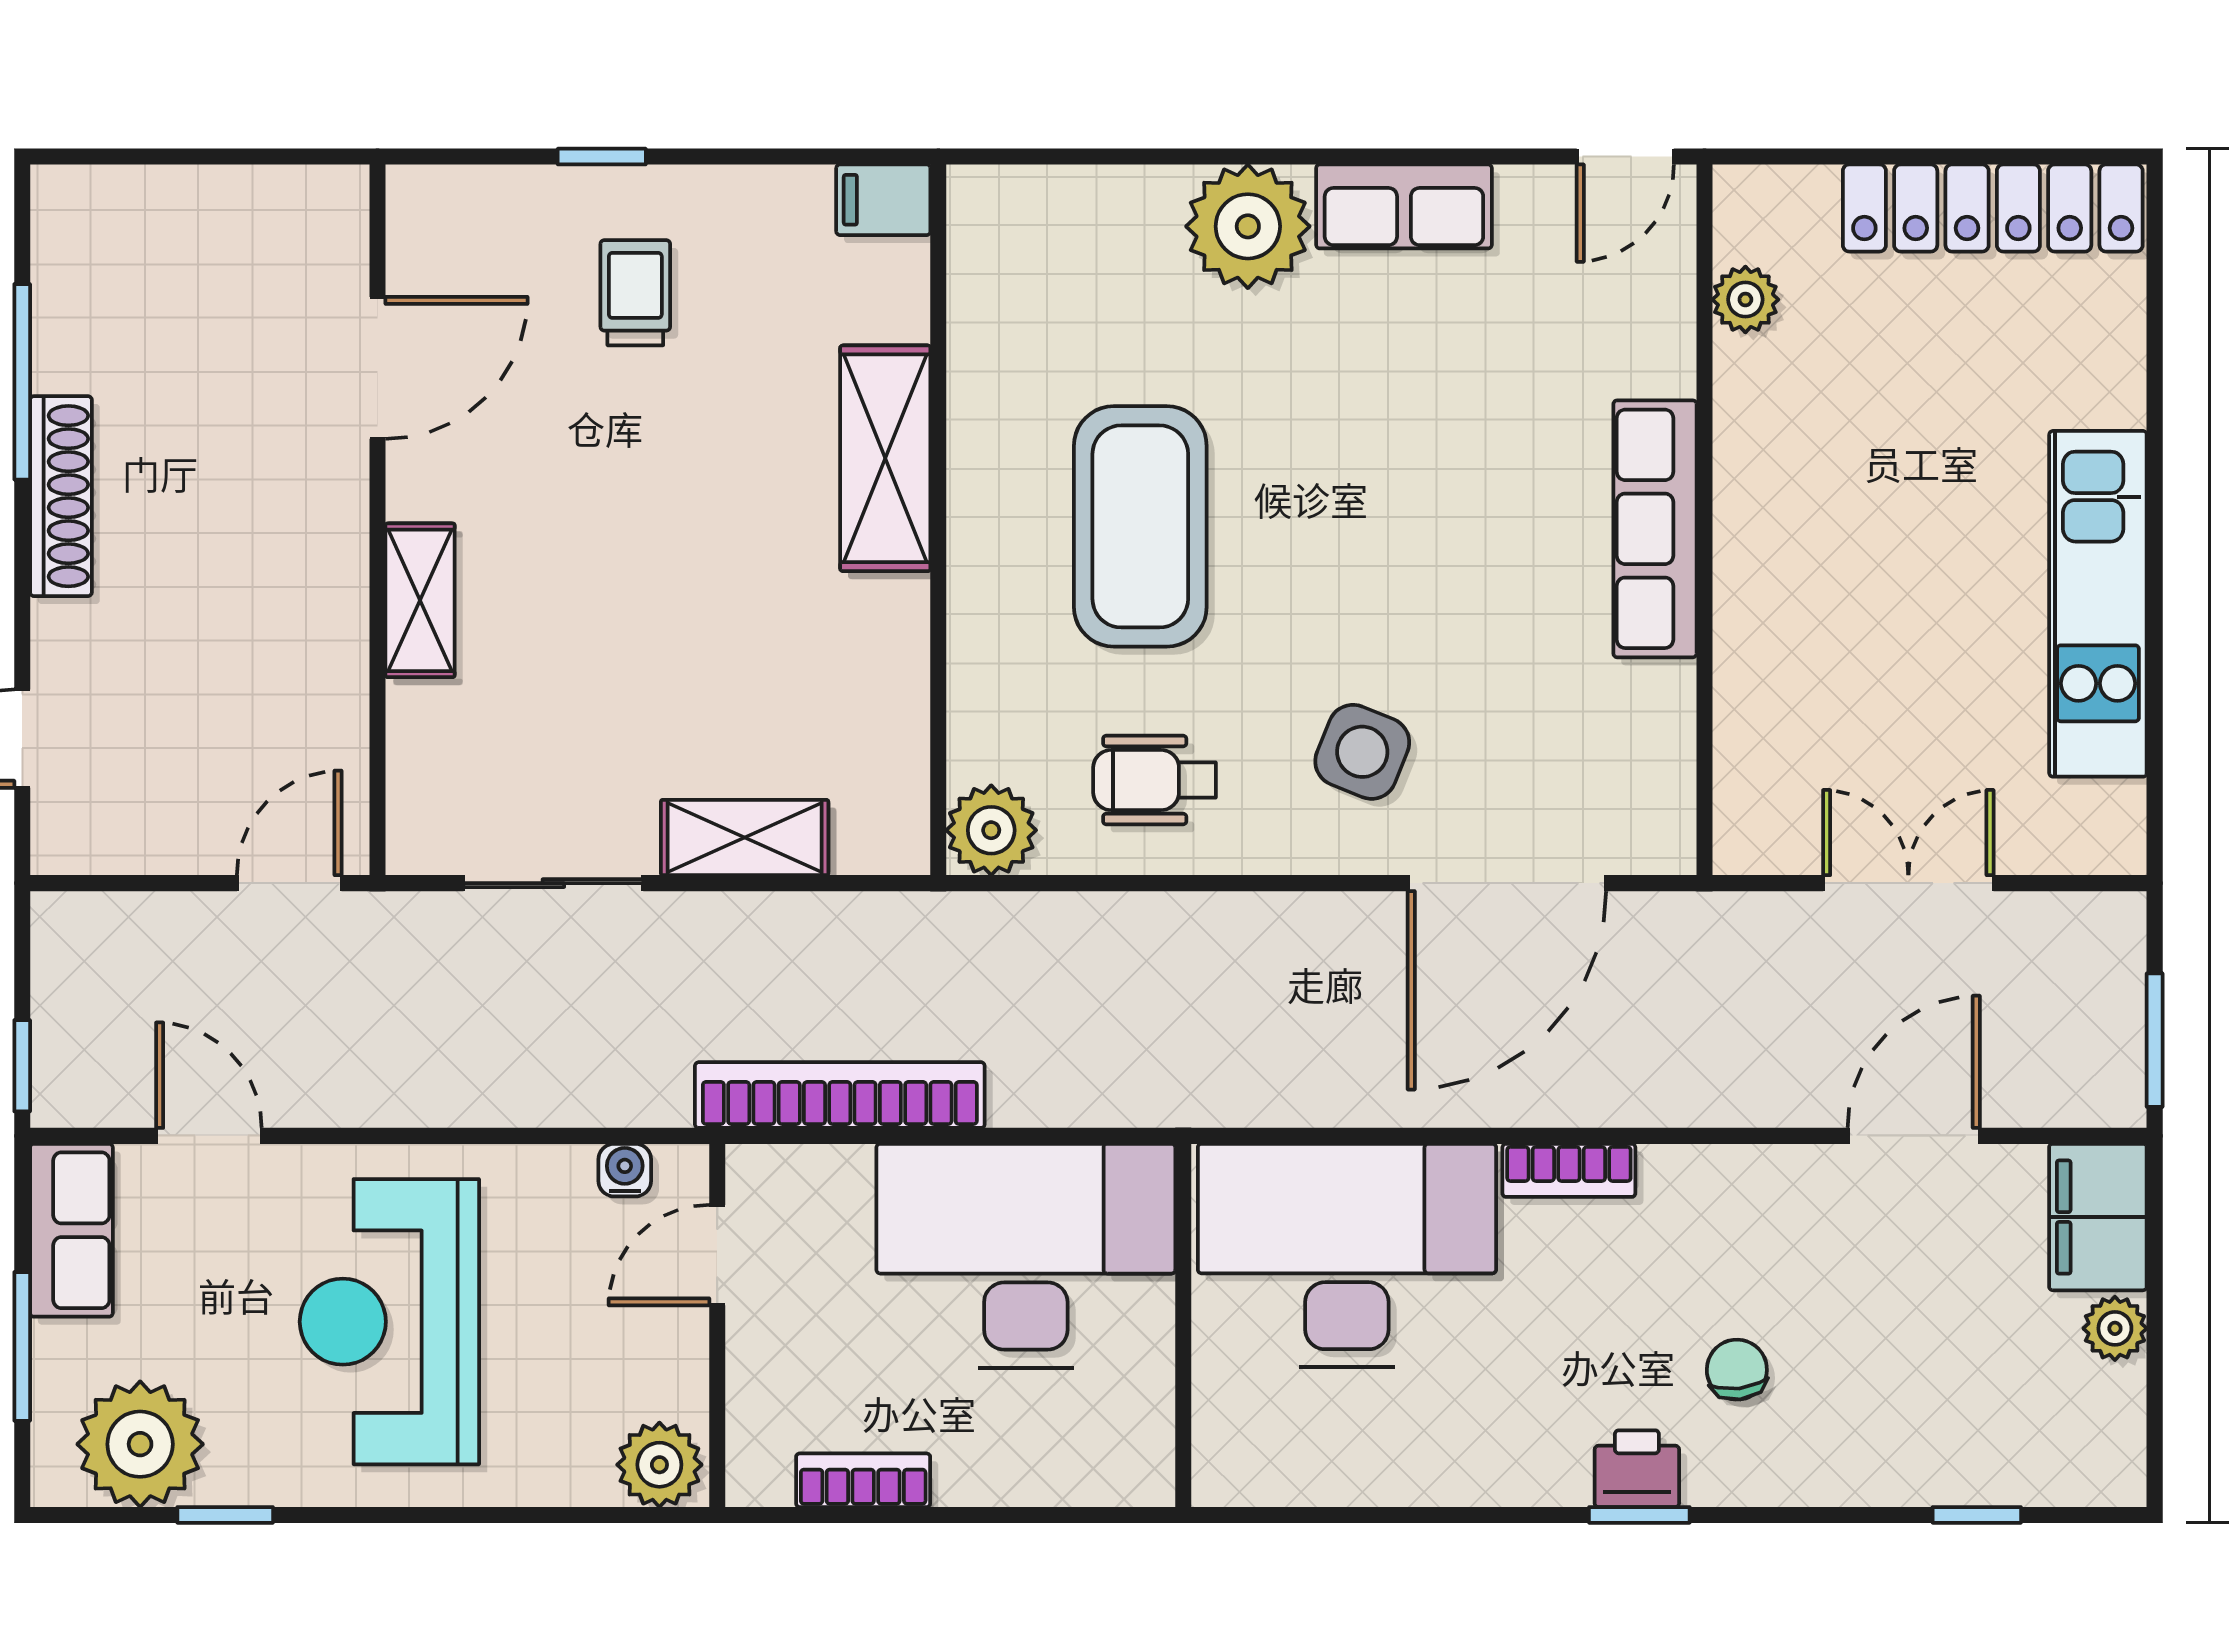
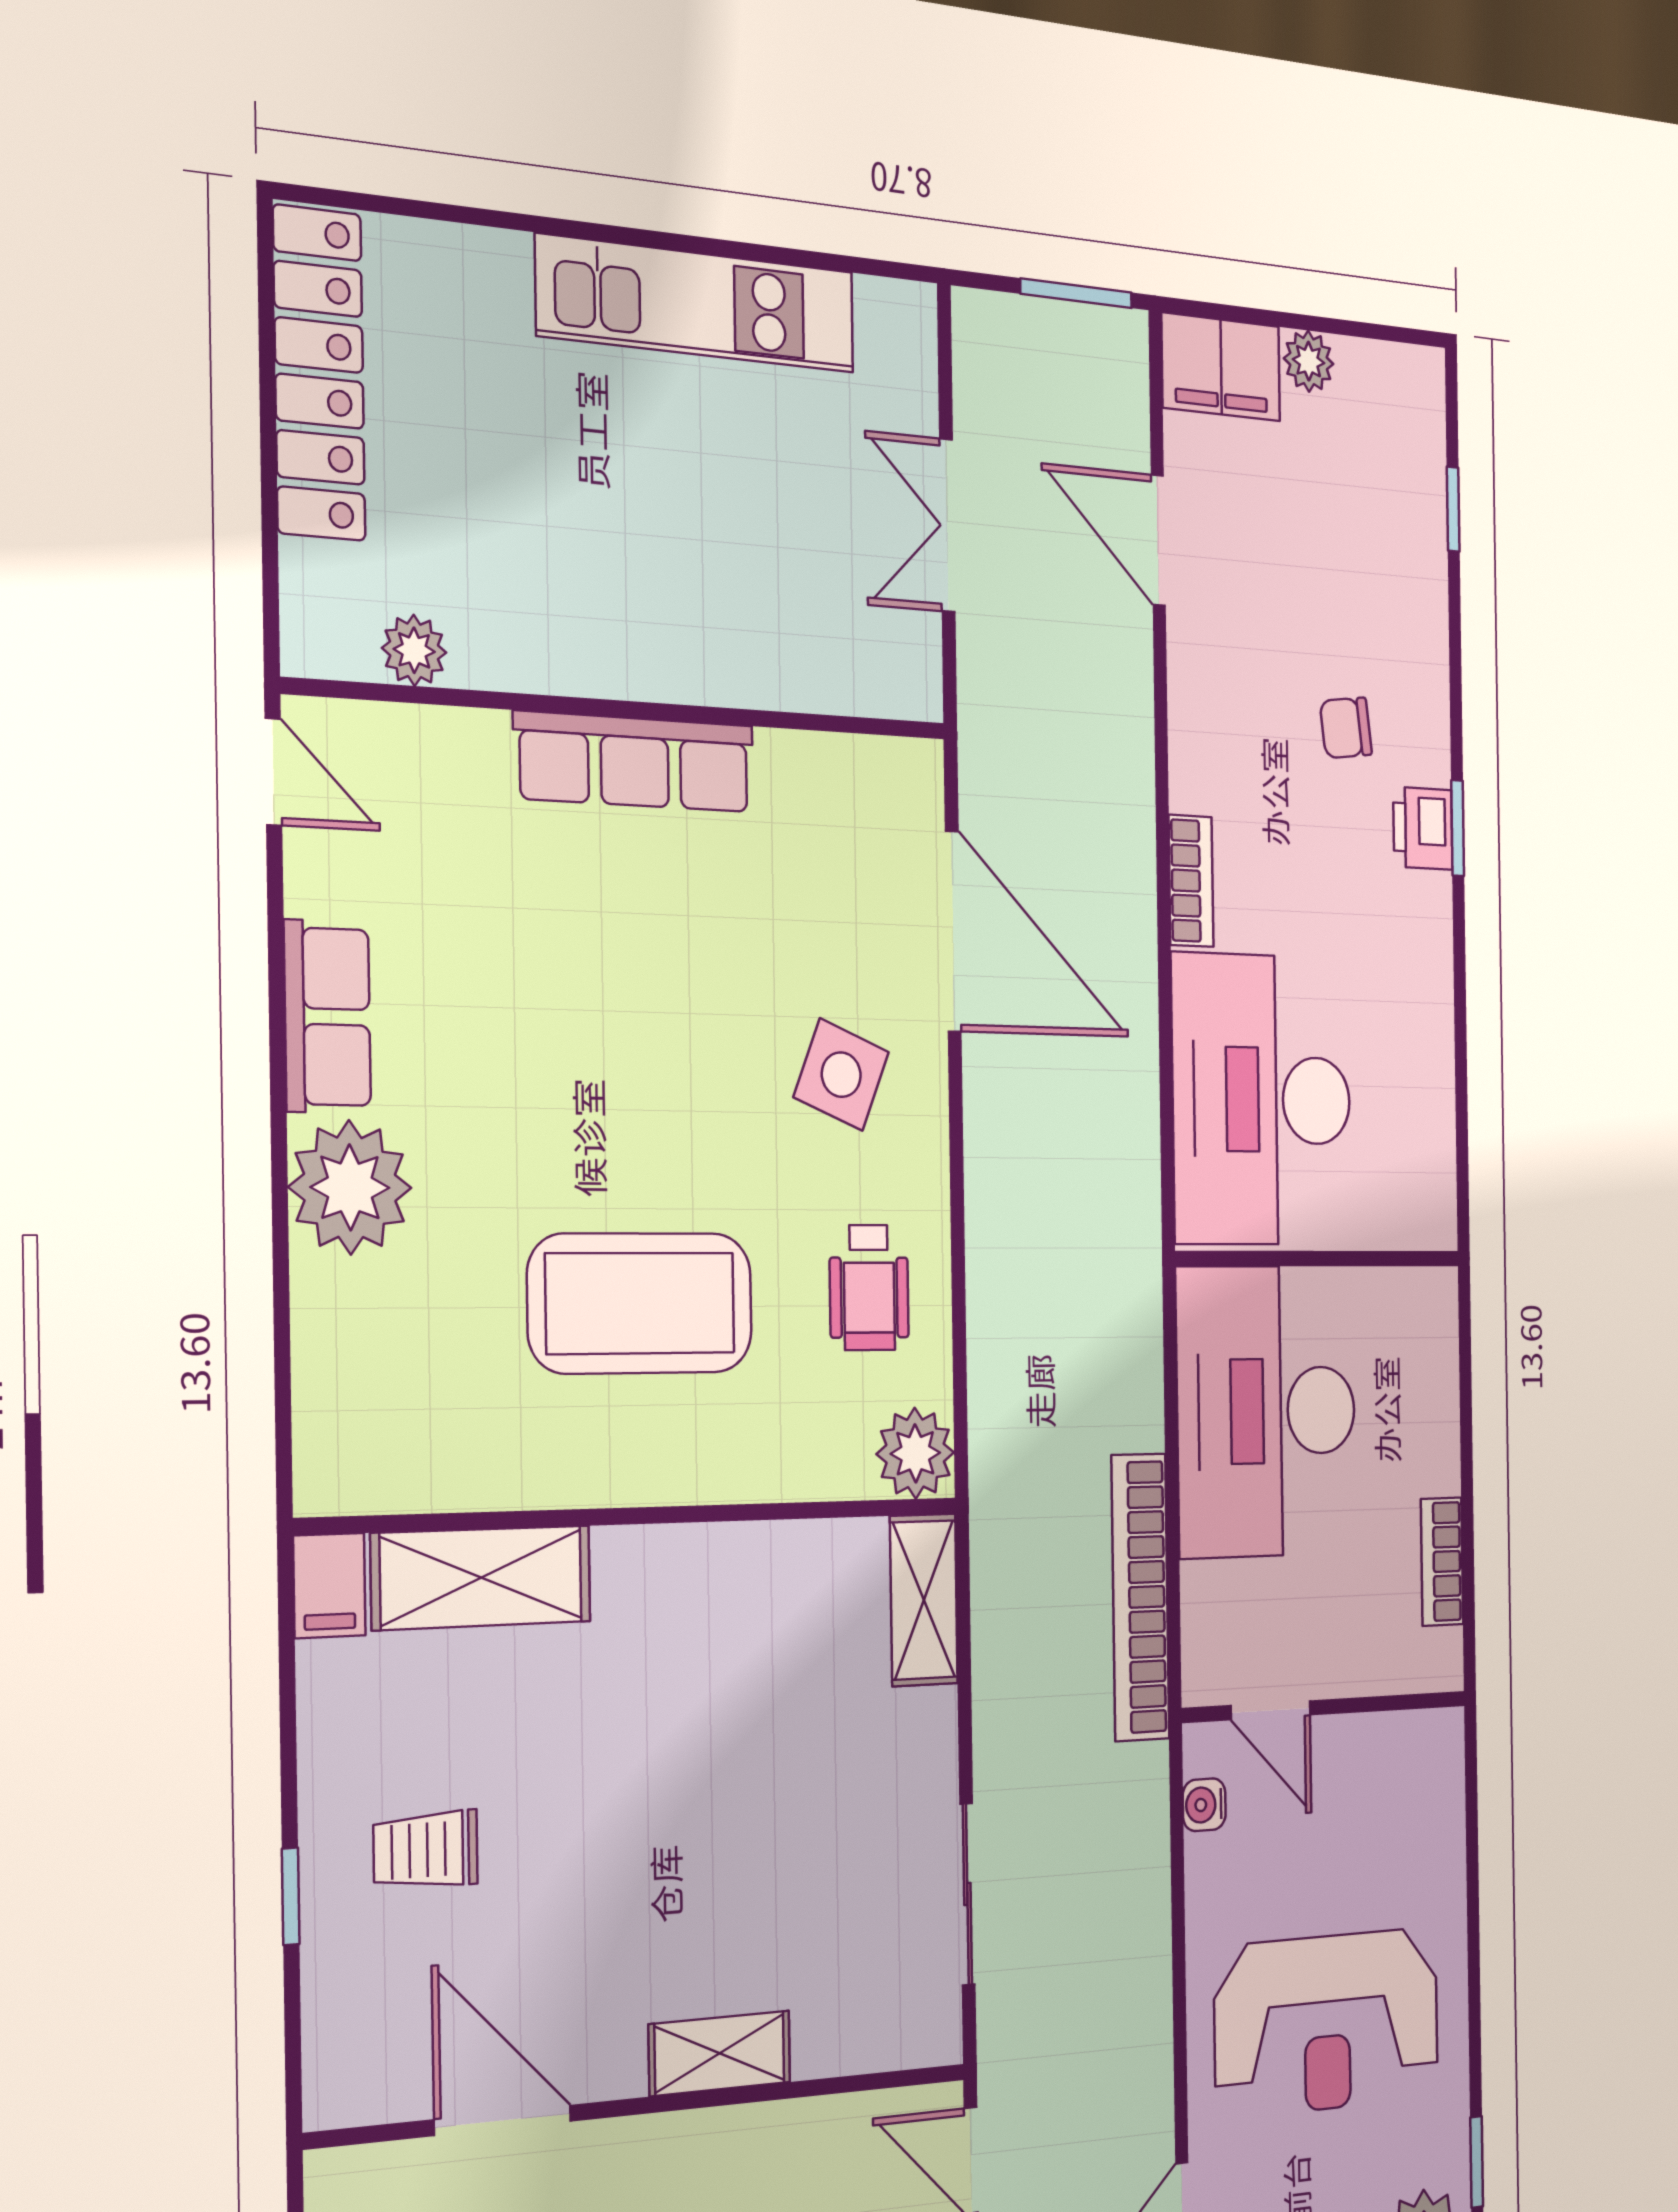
shelving: (885, 458) -> (481, 1578), moved
shelving: (745, 838) -> (924, 1600), moved
plant: (659, 1465) -> (1433, 1755), removed

